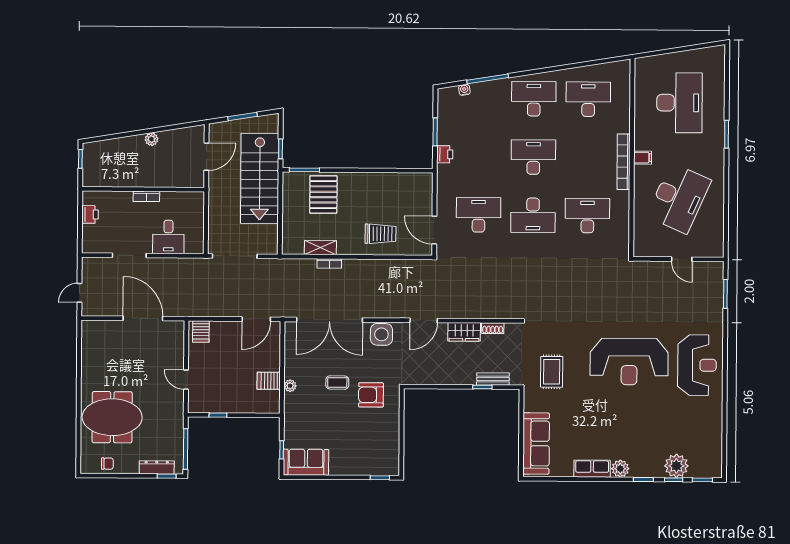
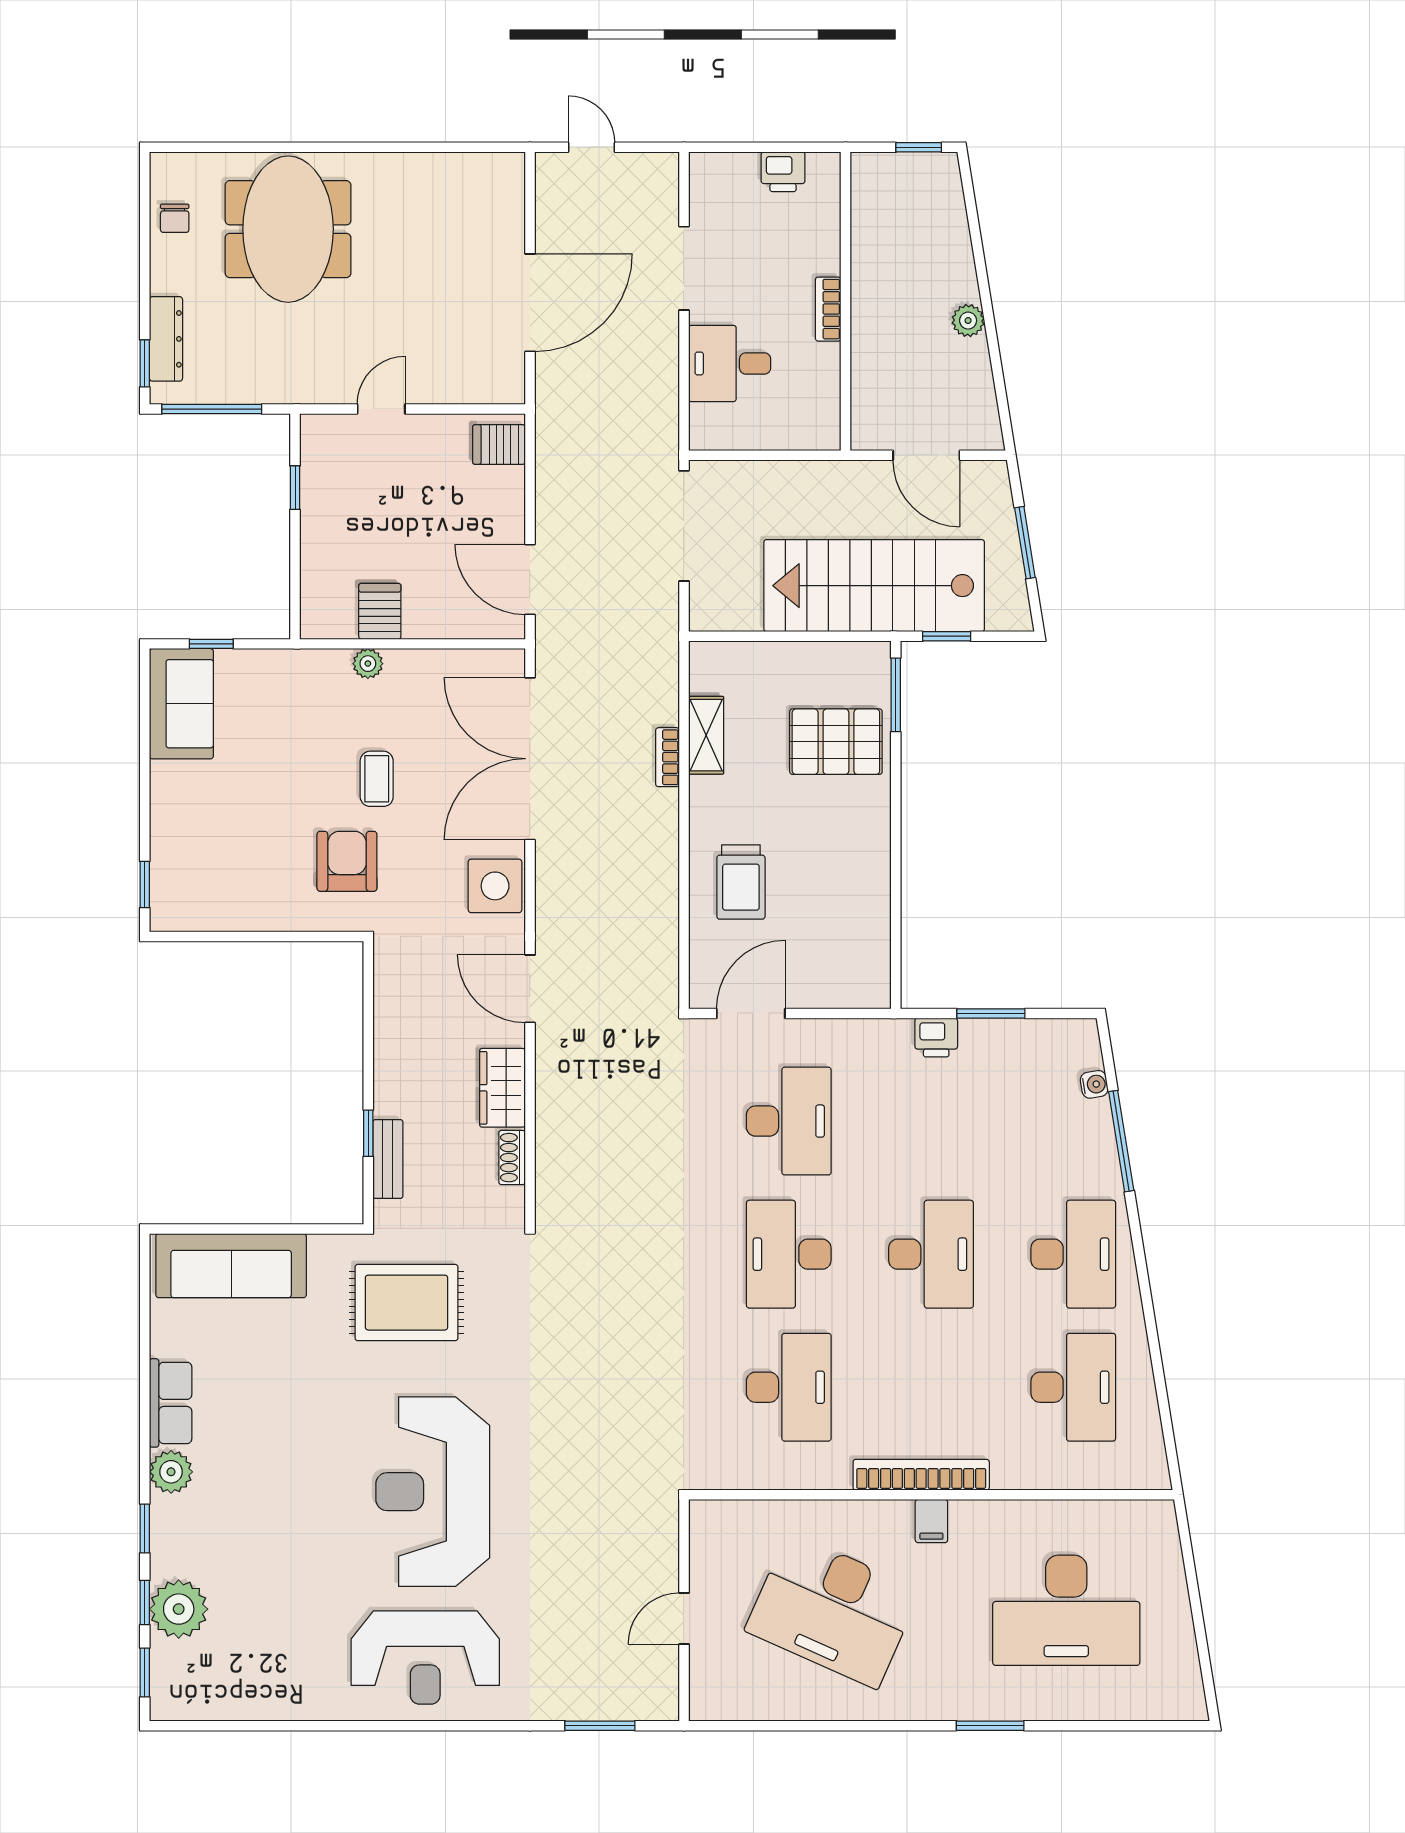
rug: (552, 372) -> (407, 1303), width x1.36, depth x1.43

